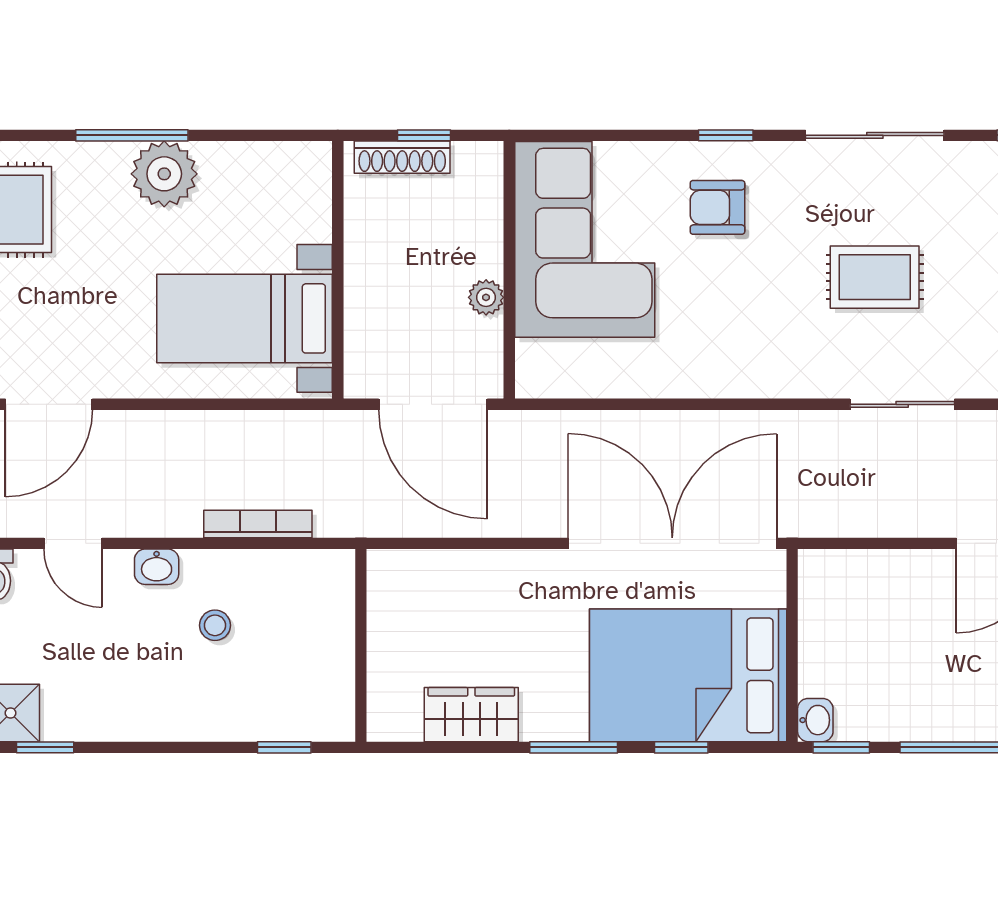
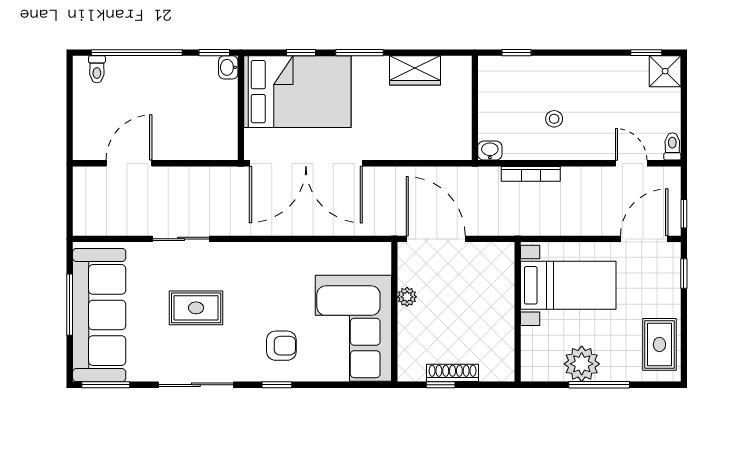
wall: (338, 270) -> (518, 312), moved
bed with nightstands: (245, 318) -> (568, 285), moved
washbasin: (157, 567) -> (490, 151), moved

